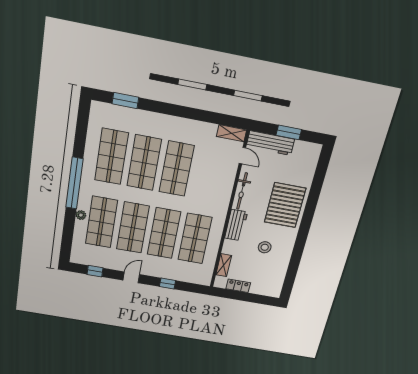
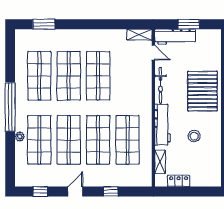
workbench: (236, 225) -> (162, 125), width x1.38

